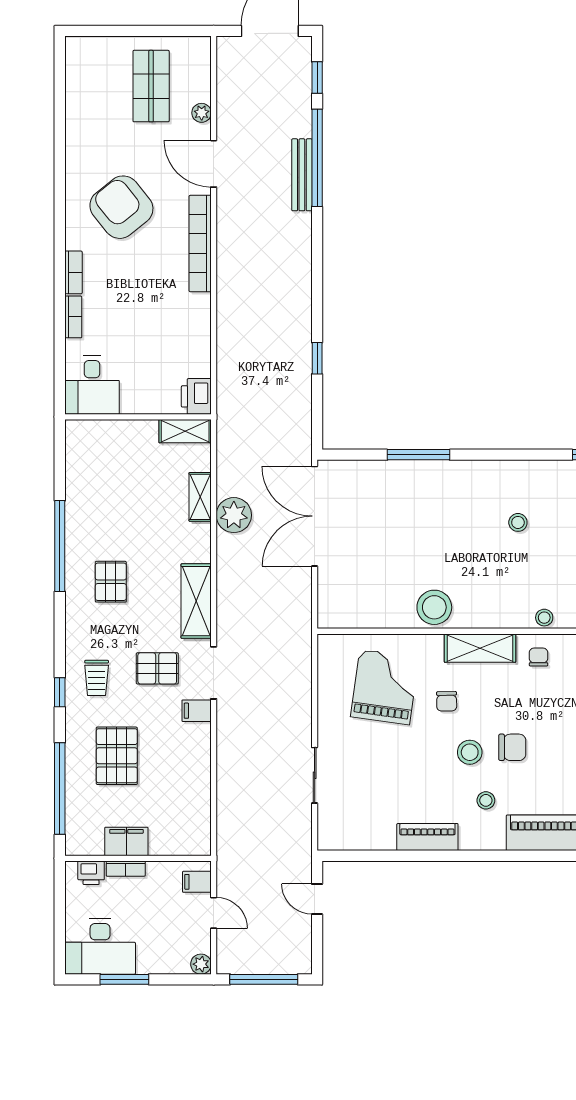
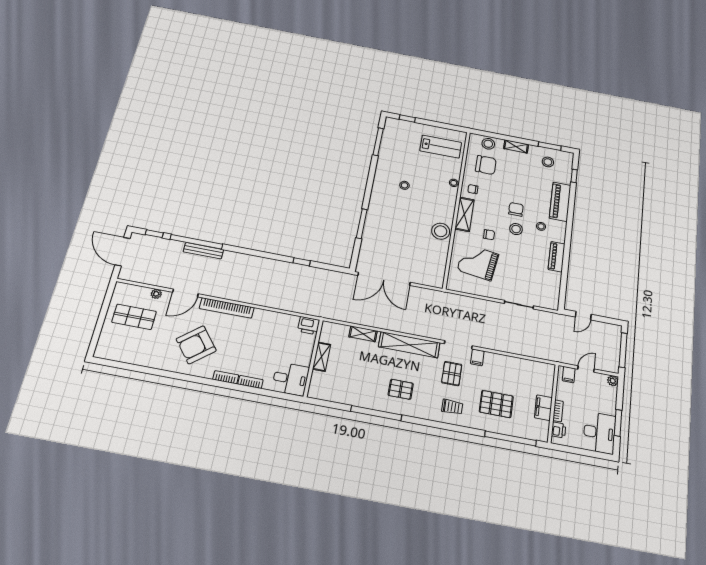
shelving: (185, 431) -> (322, 357), moved
plant: (234, 515) -> (376, 319), removed
shelving: (196, 601) -> (409, 345), width x1.47
window: (60, 692) -> (457, 428), removed

